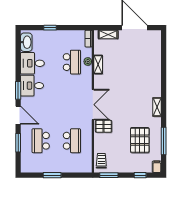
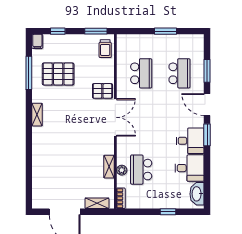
double door: (93, 105) -> (115, 117), swing flipped
pallet: (140, 140) -> (58, 74), turned 90
school desk: (72, 141) -> (141, 73), turned 180

